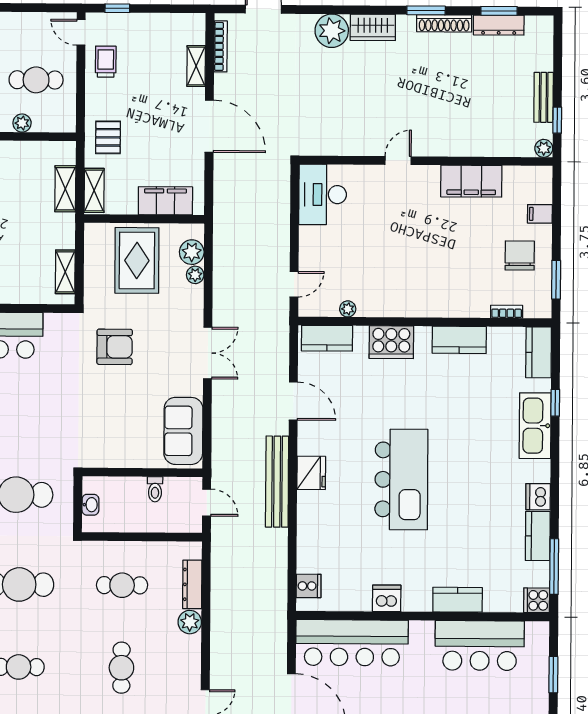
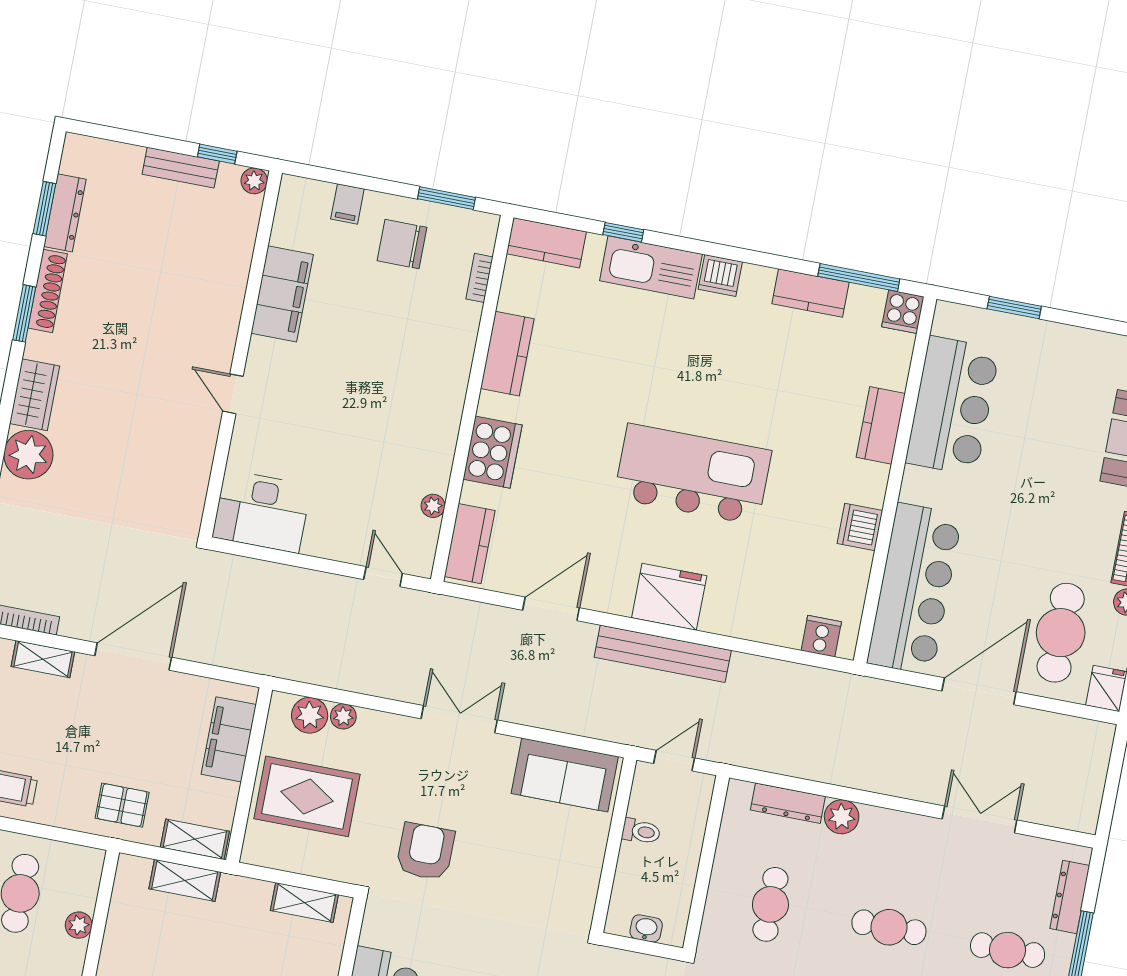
fridge: (311, 473) -> (669, 597), width x1.36, depth x1.34
dishwasher: (538, 497) -> (720, 275), moved

